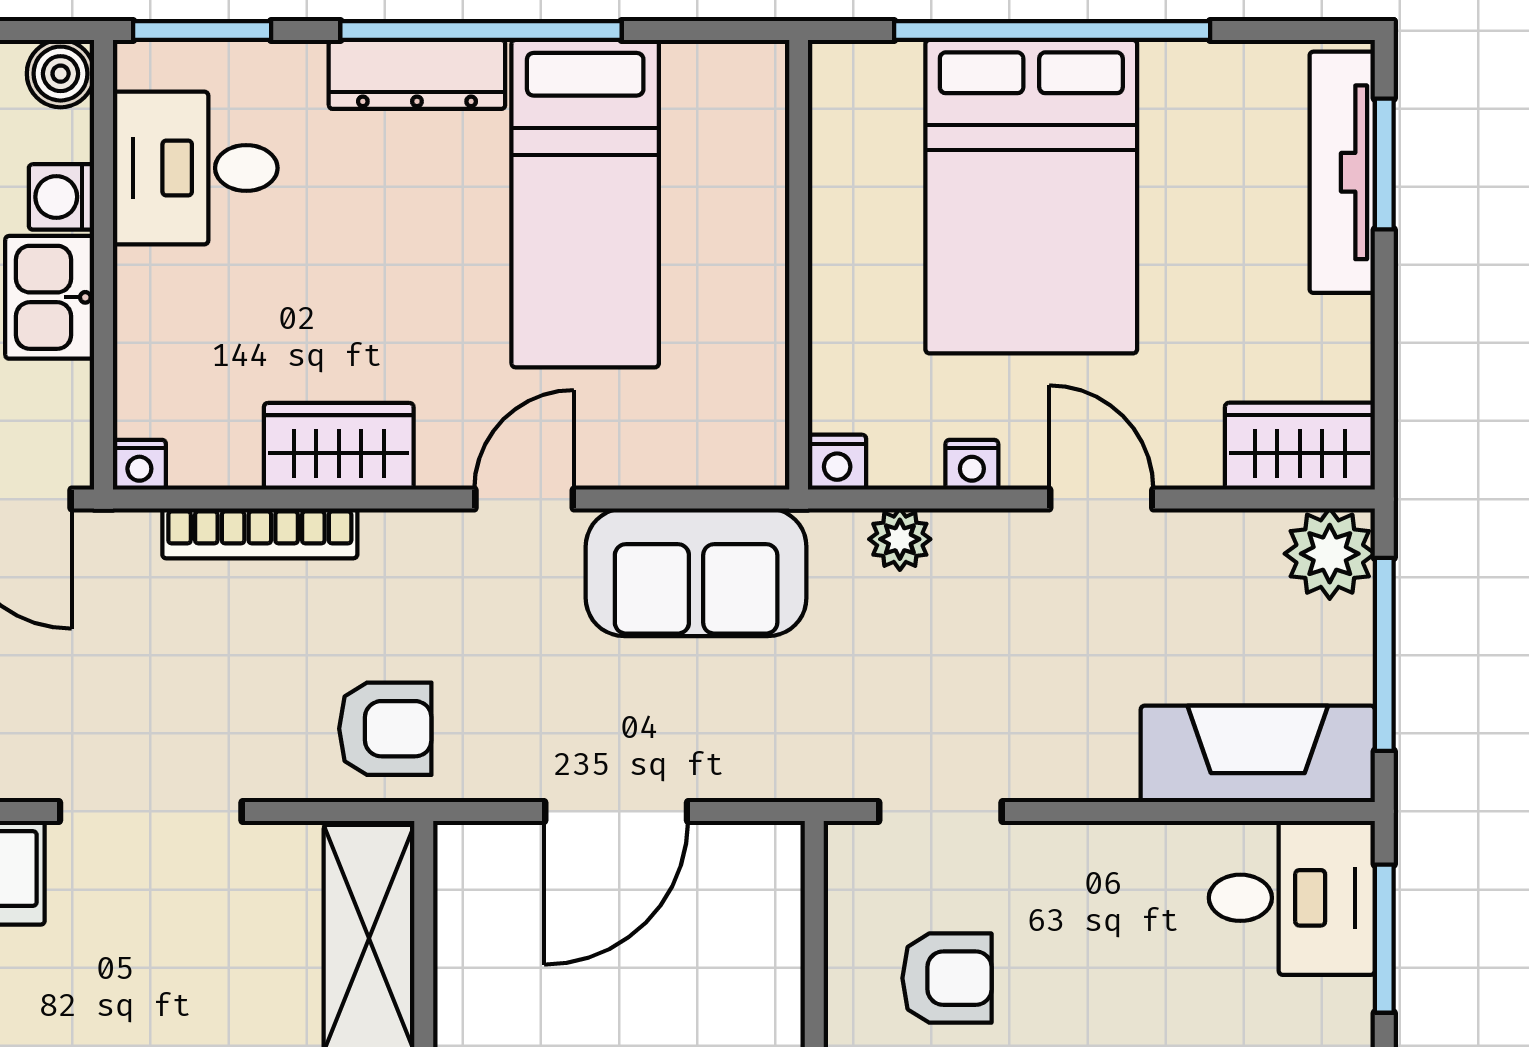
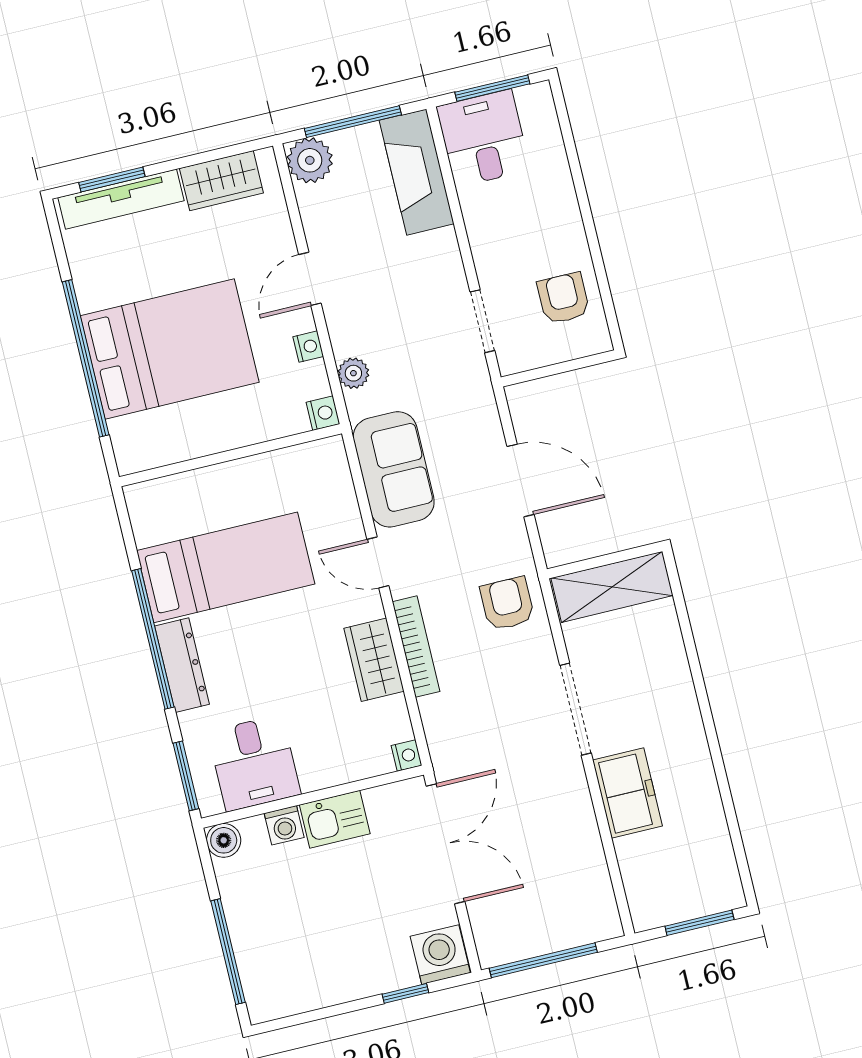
wardrobe: (1300, 446) -> (221, 181), moved, turned -90
bookcase: (260, 533) -> (416, 647), moved

